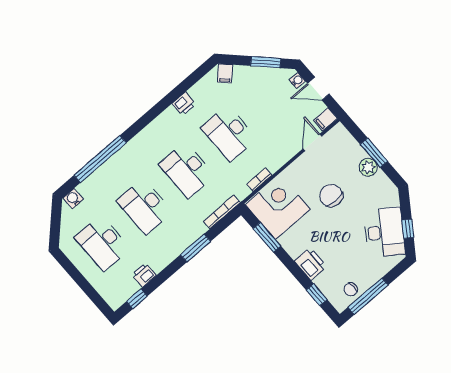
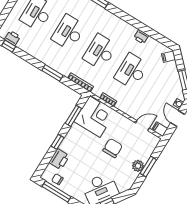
printer: (310, 264) -> (59, 159), moved
printer: (144, 275) -> (12, 38), moved
window: (317, 295) -> (58, 142), moved

